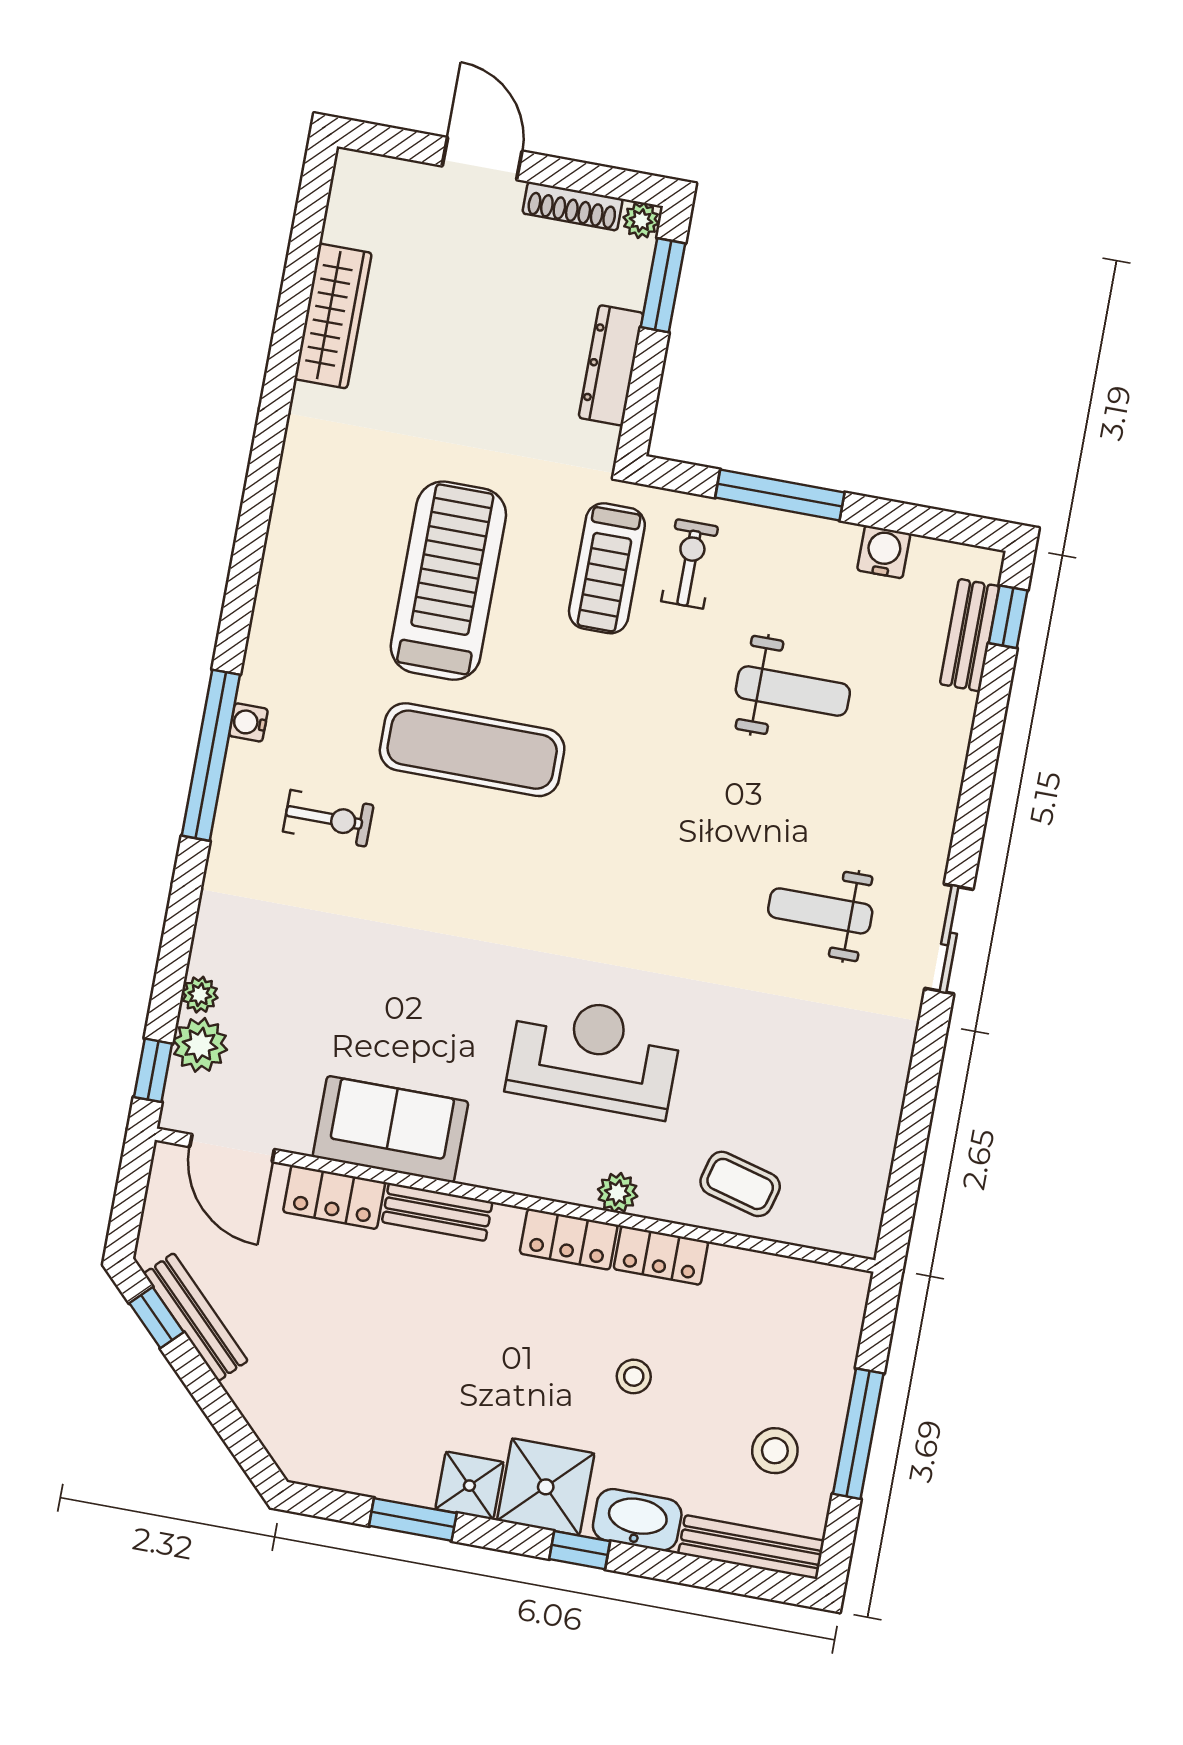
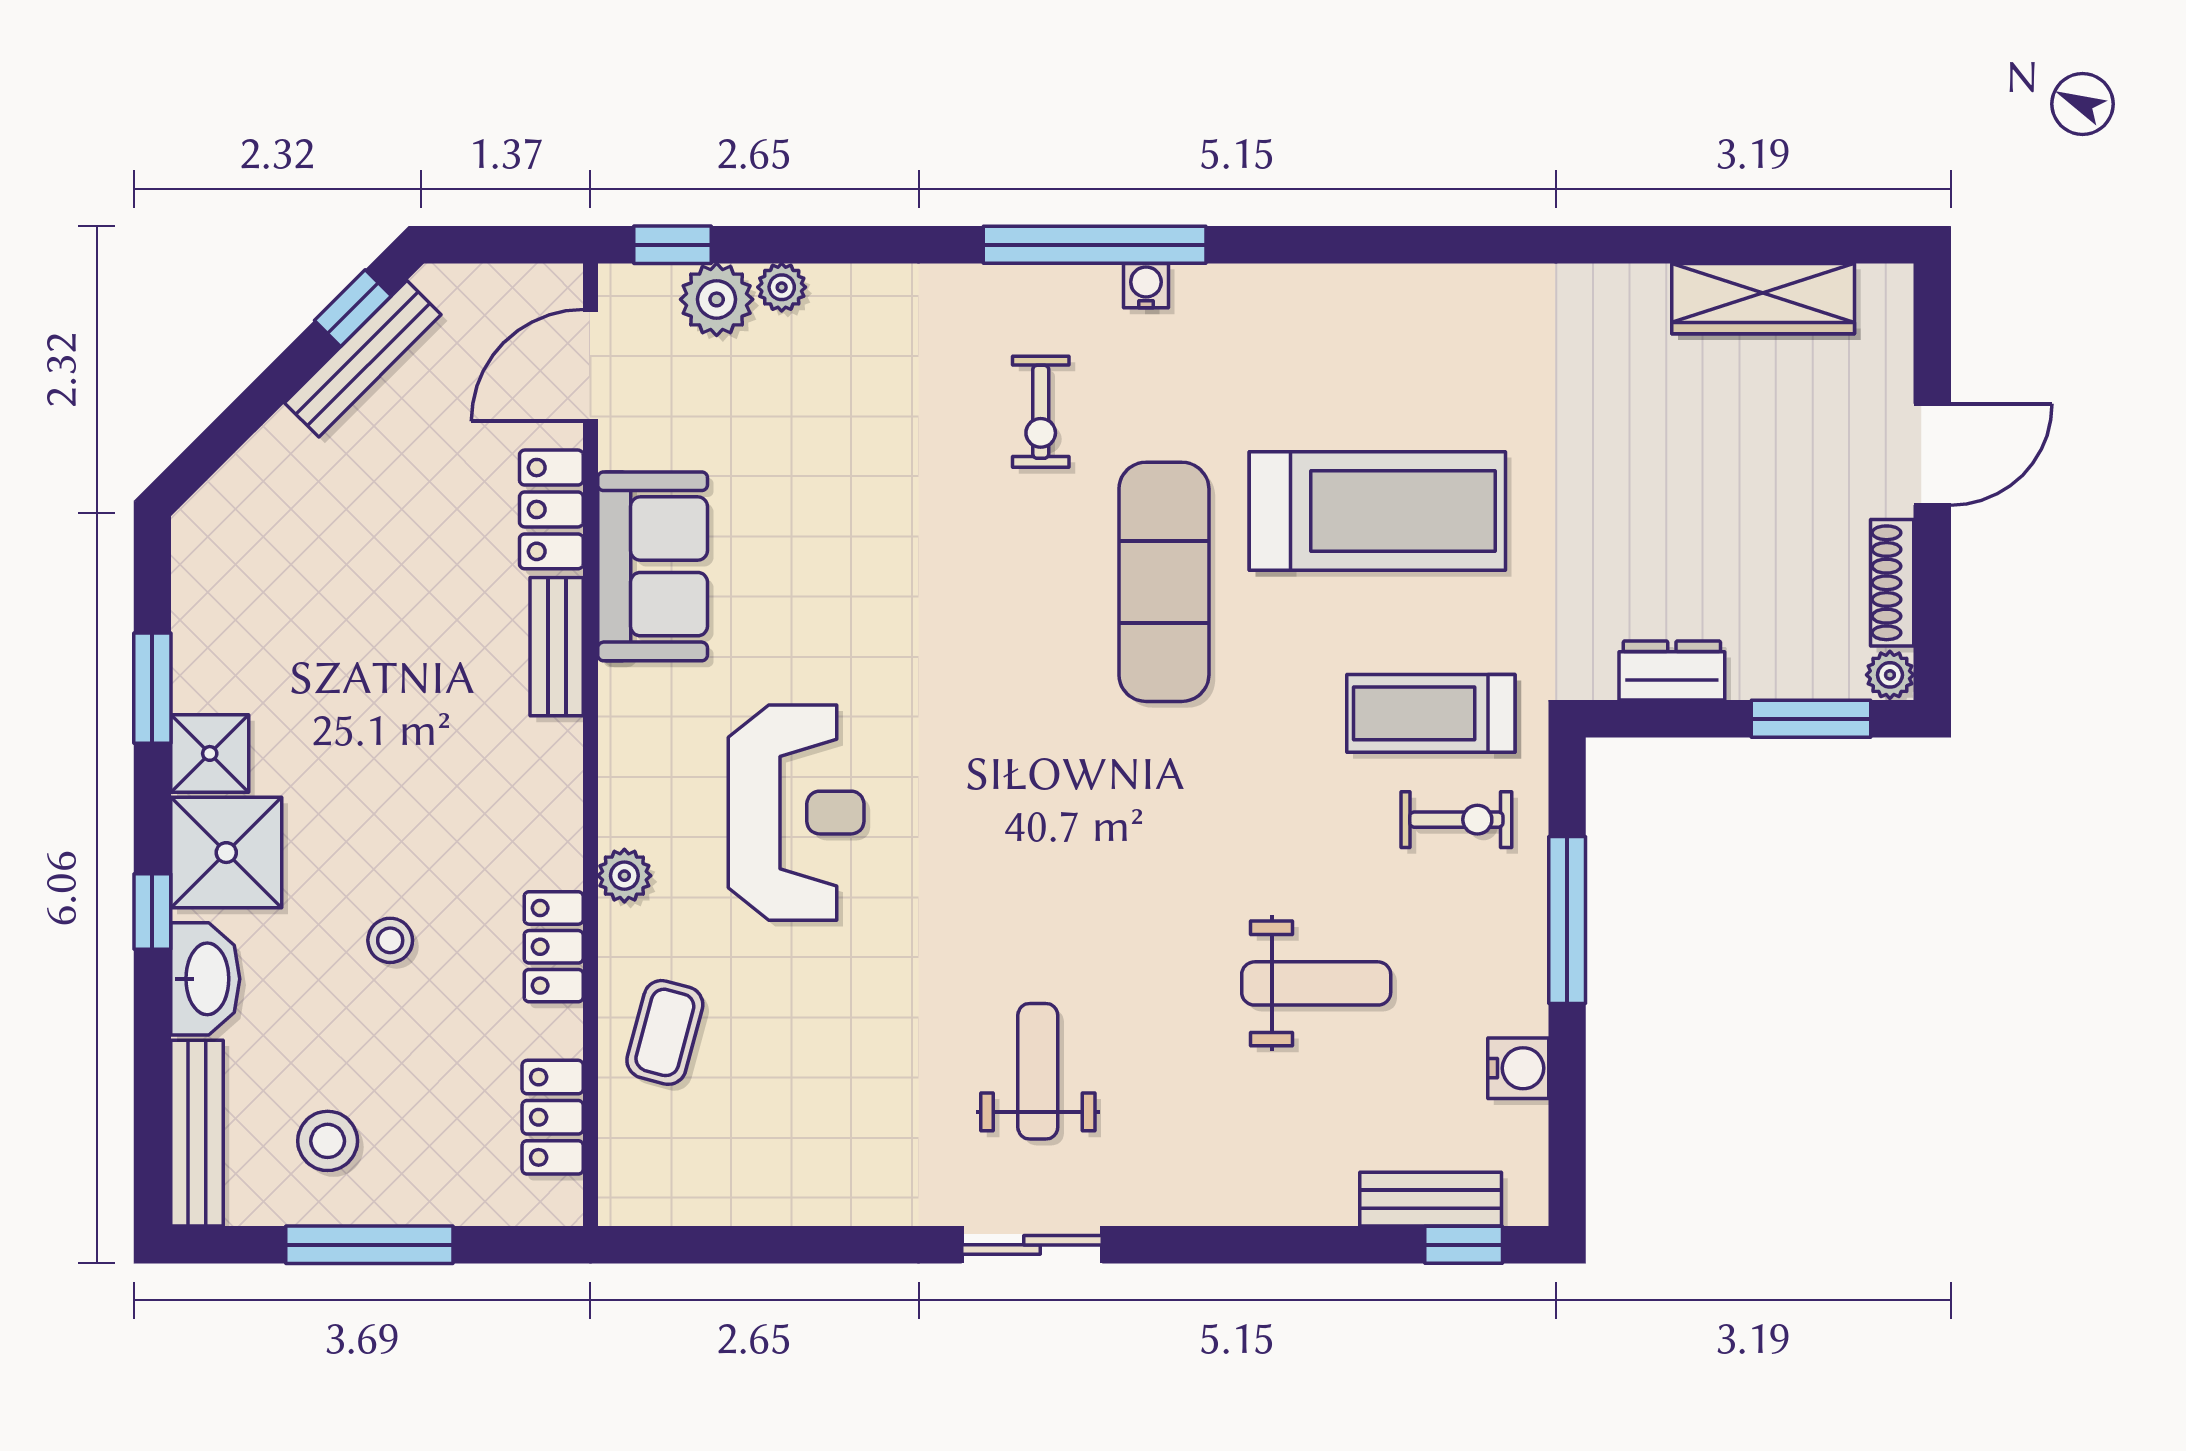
wardrobe: (333, 316) -> (1763, 299), moved
dresser: (611, 365) -> (1672, 671), width x0.70
weight bench: (793, 691) -> (1316, 983), turned -90
locker: (569, 1239) -> (553, 1117), moved

